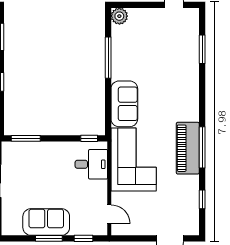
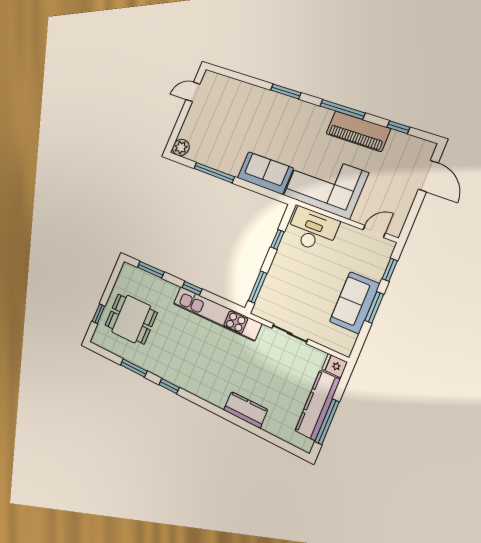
window: (202, 49) -> (286, 91), moved
window: (89, 138) -> (277, 239), moved
piano: (188, 148) -> (358, 131), moved
desk: (91, 164) -> (312, 230), width x1.37

